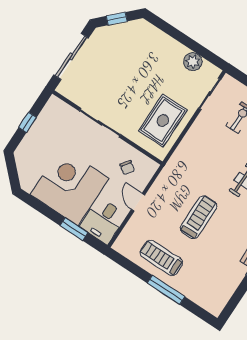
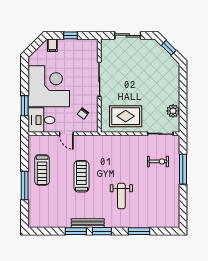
sliding door: (71, 56) -> (128, 35), width x0.73
filing cabinet: (25, 151) -> (52, 45), added
door: (138, 202) -> (66, 134), swing flipped
treadmill: (199, 217) -> (81, 176), turned -90
treadmill: (161, 258) -> (42, 170), turned 180

